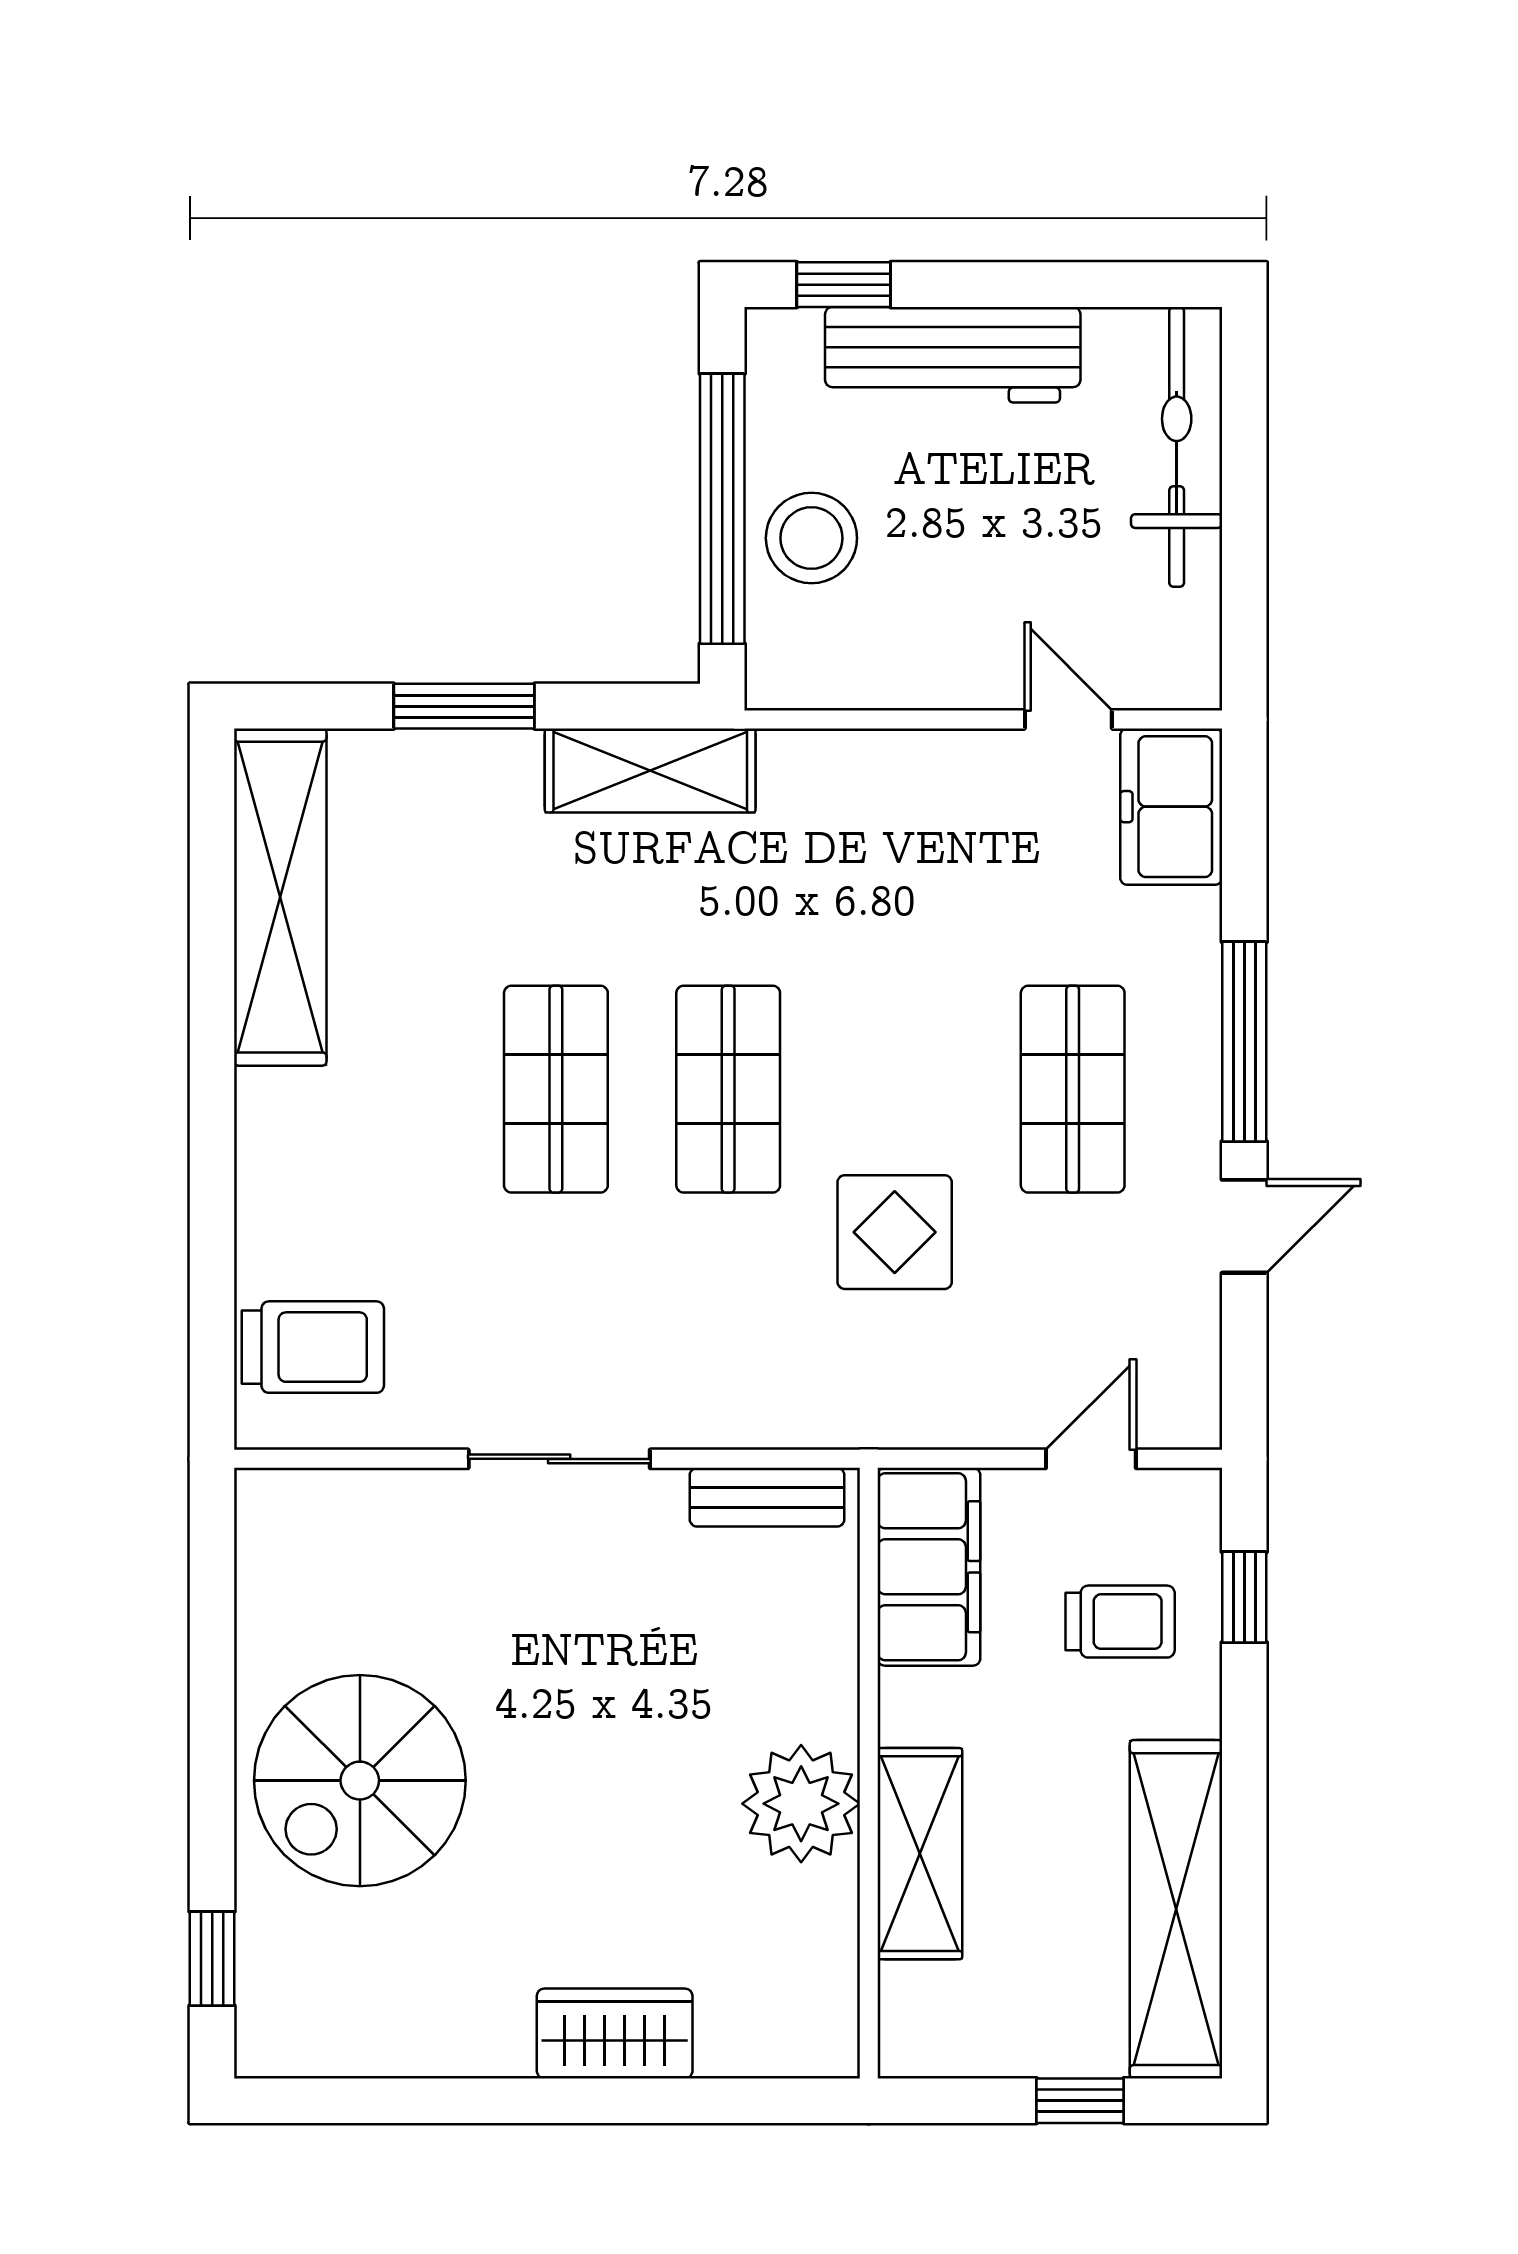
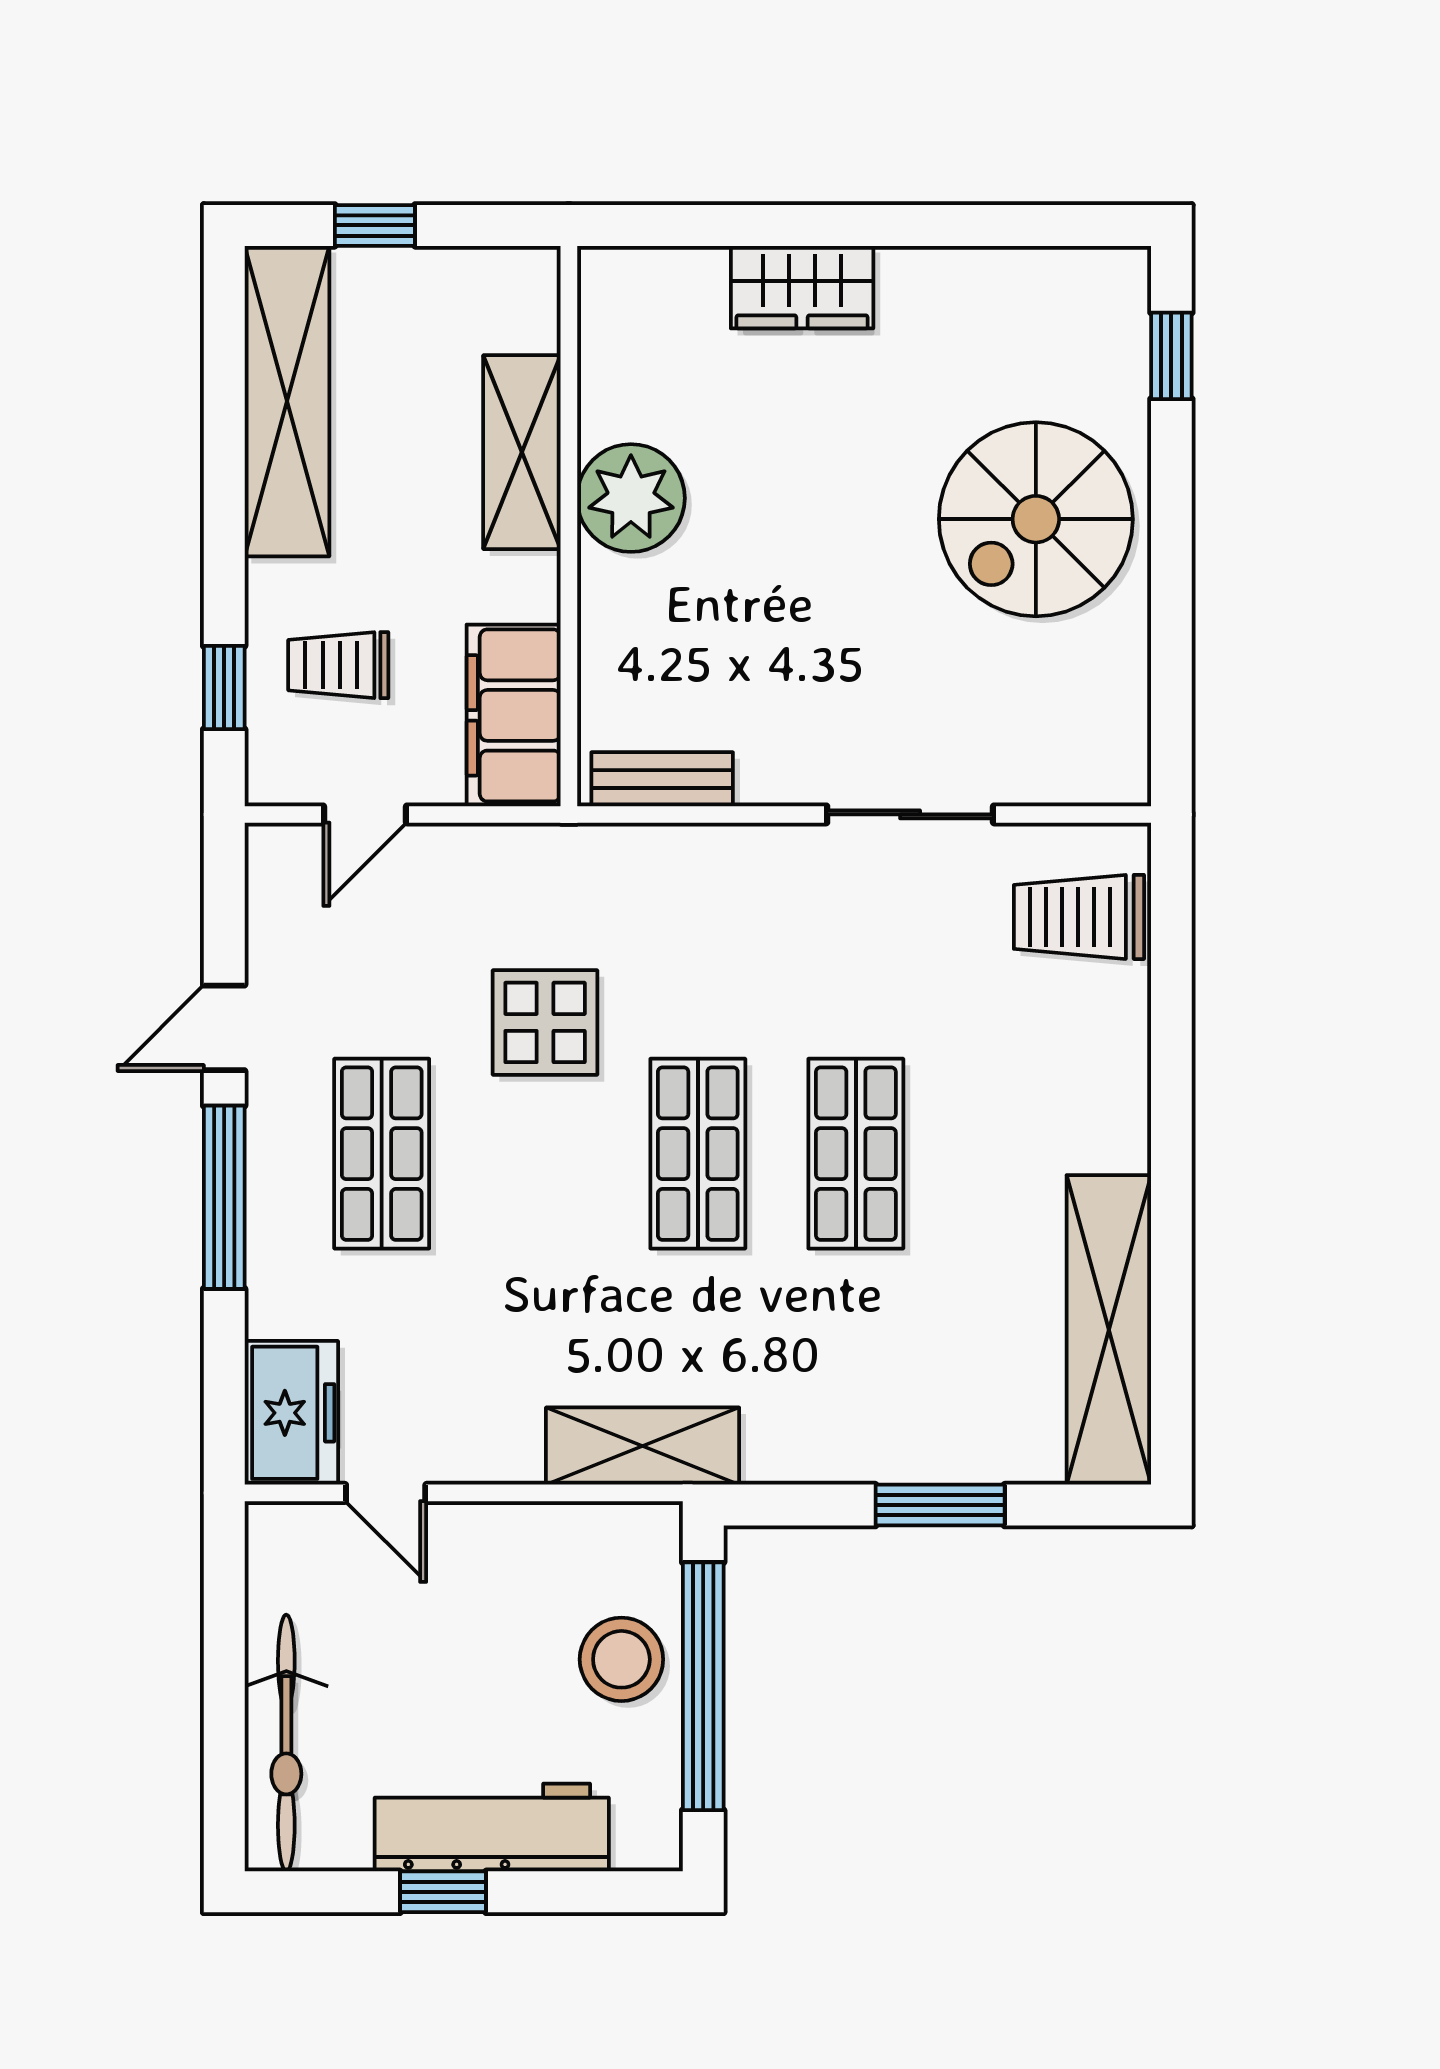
window: (844, 285) -> (443, 1892), moved
shelving: (650, 770) -> (643, 1446), moved
sliding door: (559, 1459) -> (910, 814), moved
spiral stairs: (360, 1781) -> (1036, 519), turned 180

